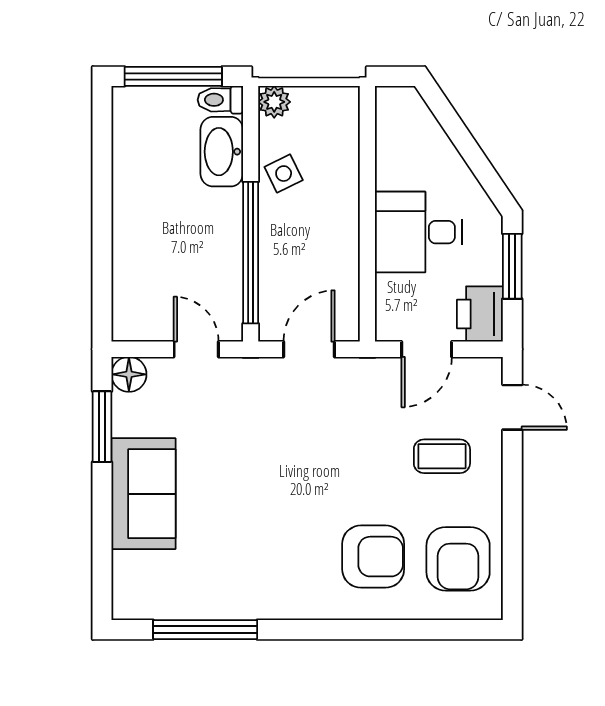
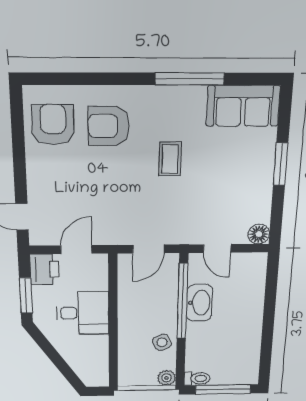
washbasin: (222, 152) -> (199, 303), moved
window: (102, 427) -> (281, 164), moved
coffee table: (442, 456) -> (170, 159), moved, turned 90
sofa: (143, 494) -> (243, 106), moved, turned -90
window: (205, 630) -> (190, 79), moved

